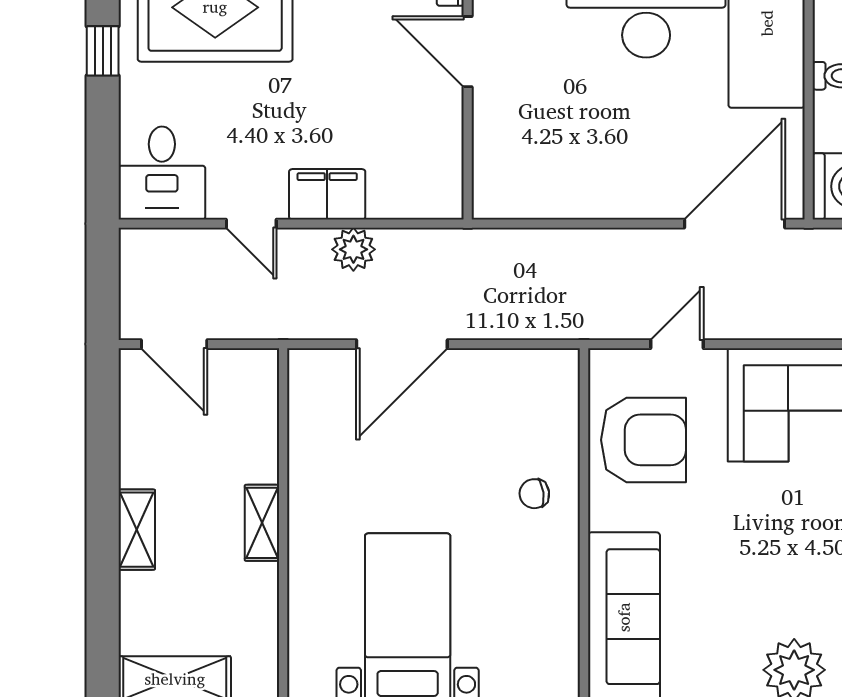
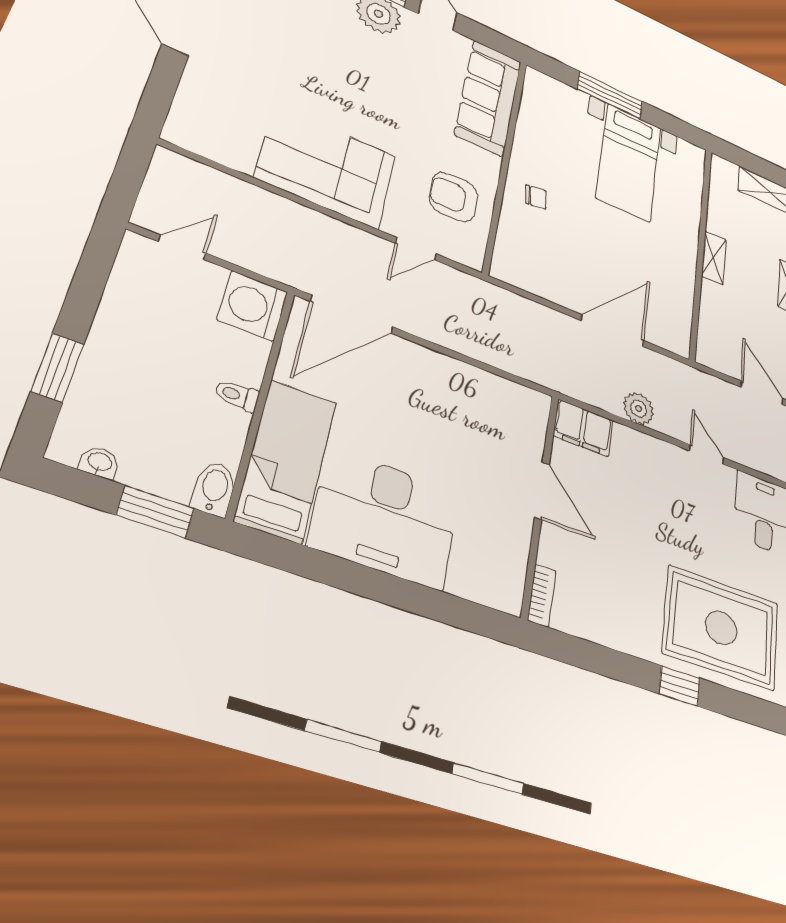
door: (468, 52) -> (542, 491), moved
filing cabinet: (327, 194) -> (583, 428), moved
armchair: (644, 440) -> (453, 197), width x0.73, depth x0.73

